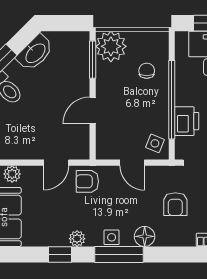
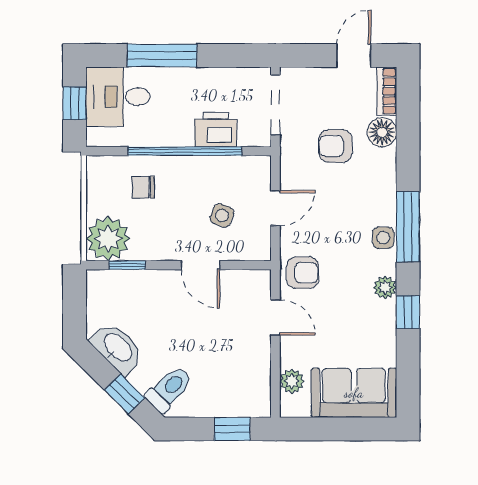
window: (93, 60) -> (127, 265), width x0.67
side table: (155, 143) -> (222, 215), moved
armchair: (87, 181) -> (303, 273), turned -90
armchair: (175, 204) -> (335, 146), turned 180
floor lamp: (145, 236) -> (382, 132), moved

